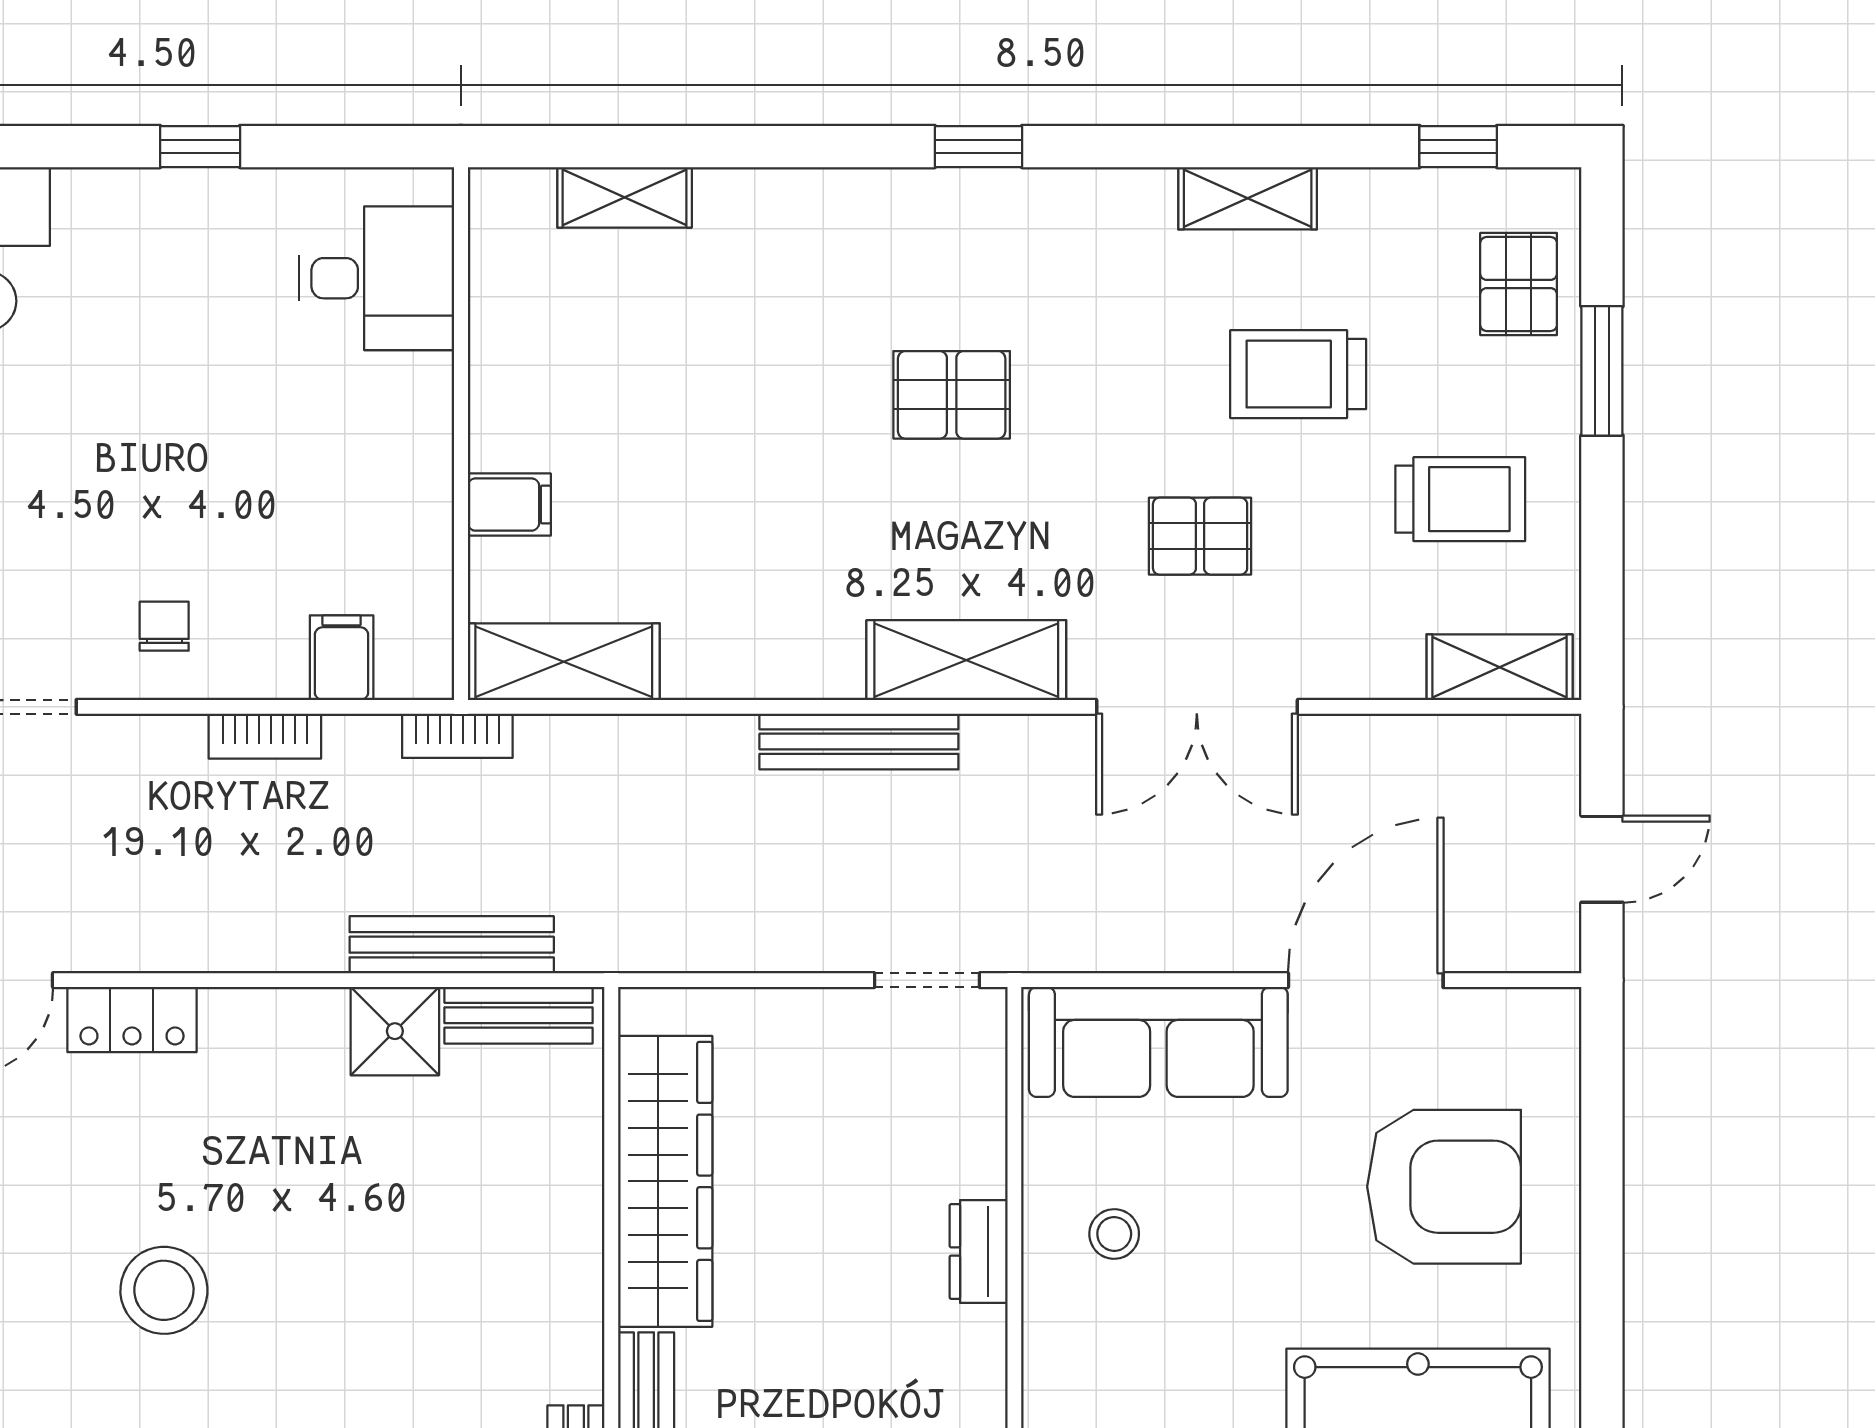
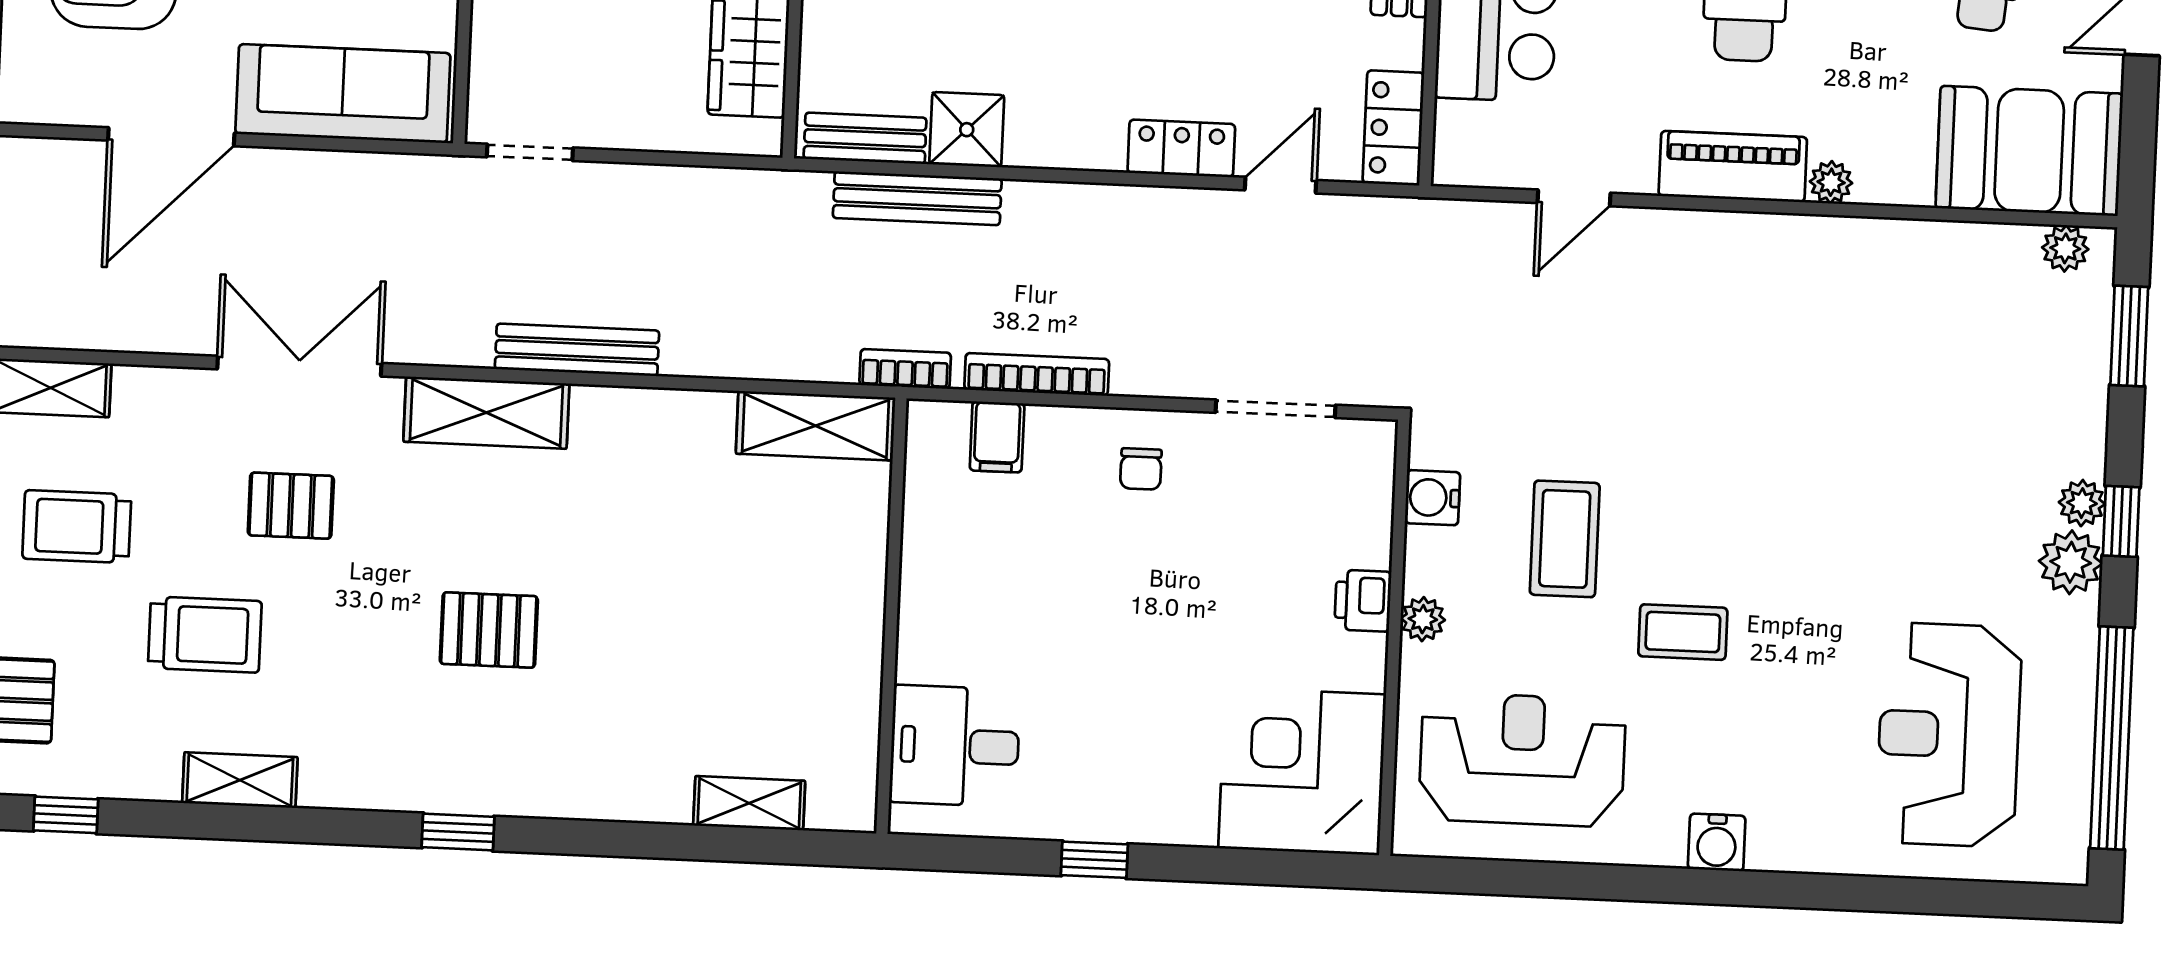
filing cabinet: (509, 505) -> (854, 556), removed
bookcase: (265, 736) -> (1037, 374), width x1.56

